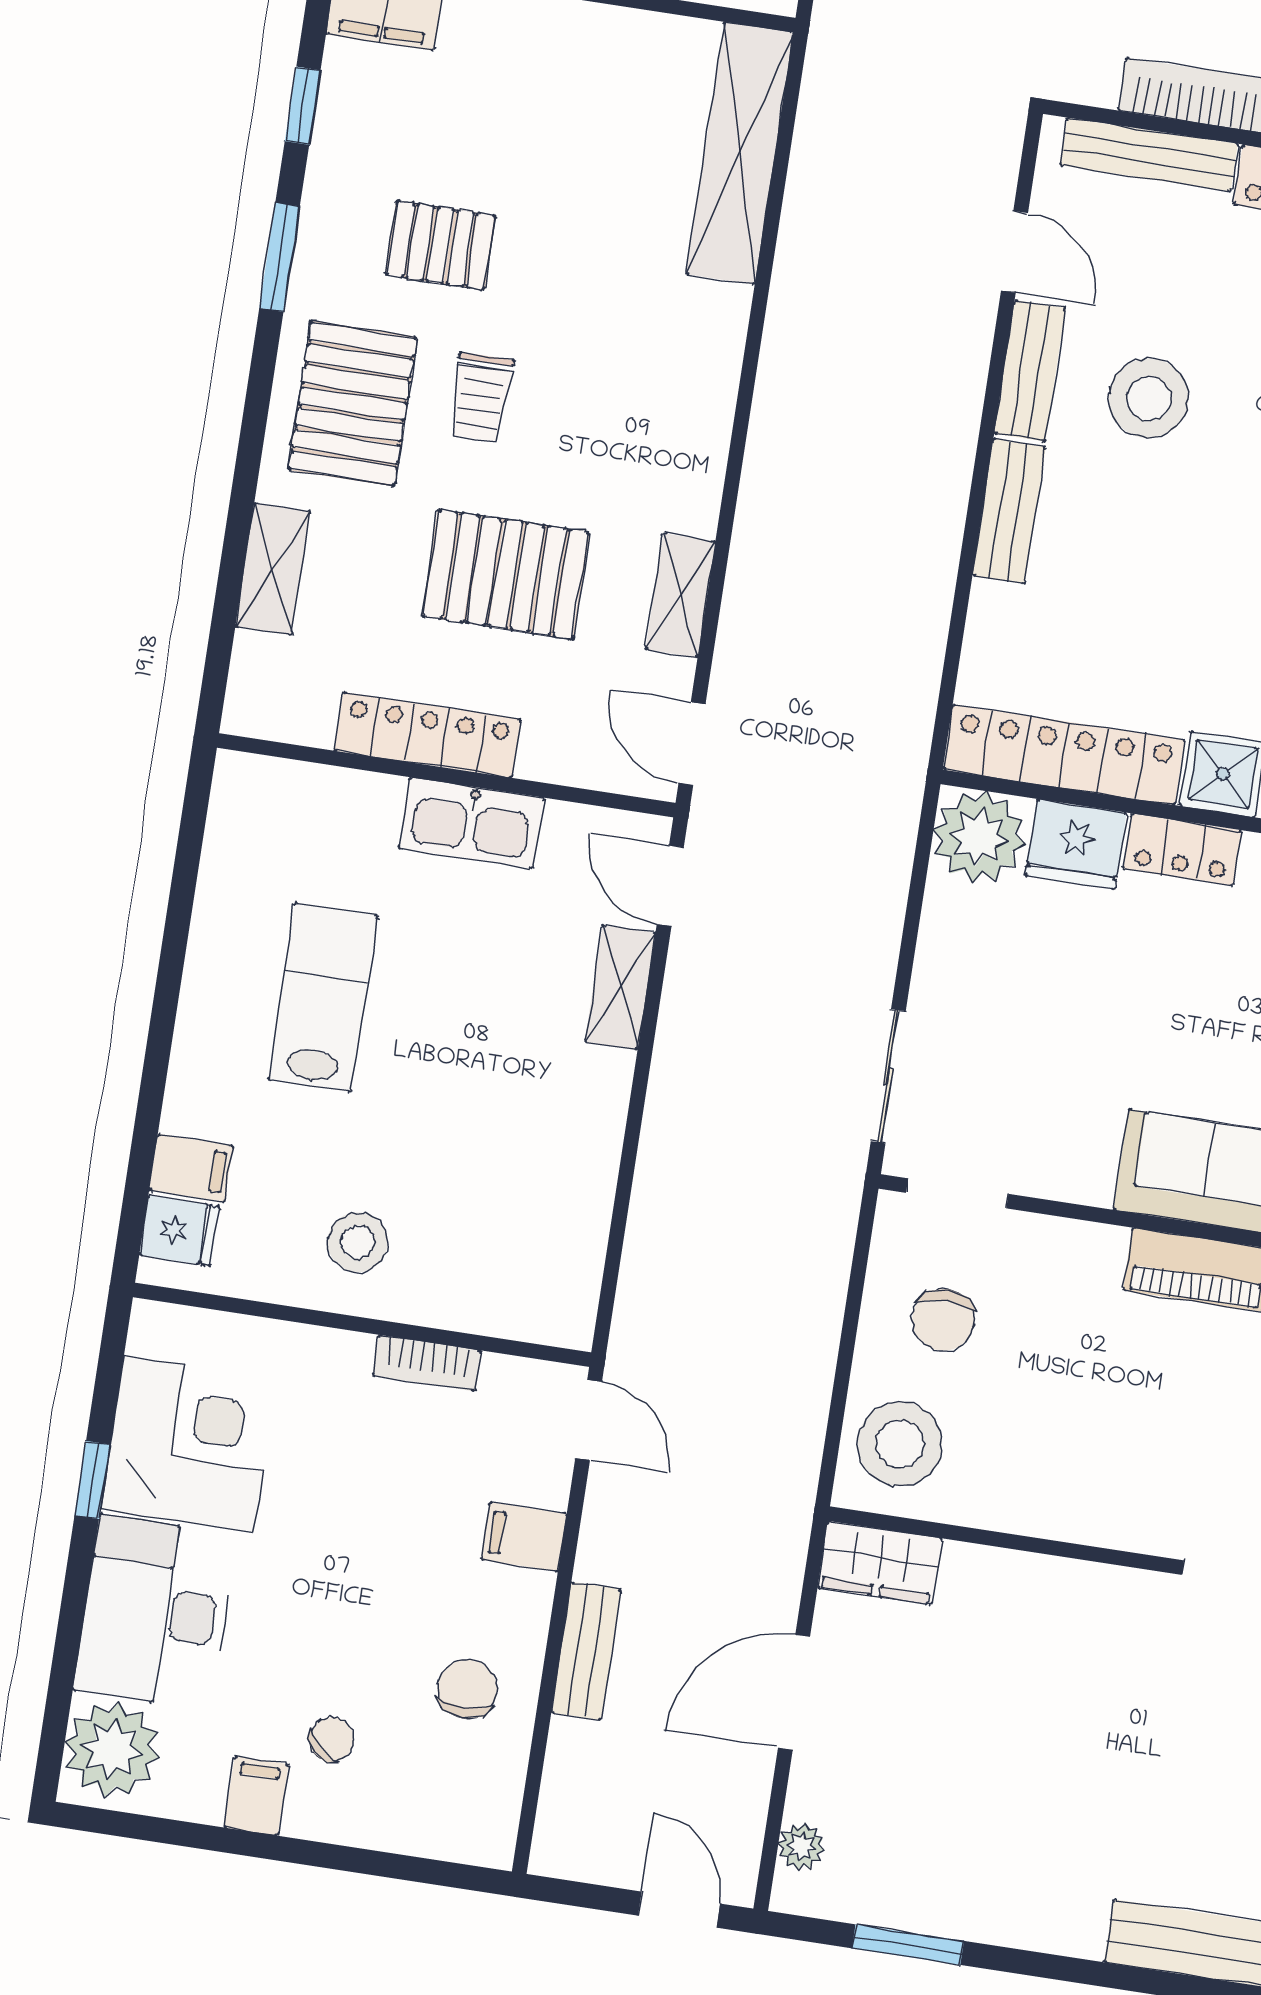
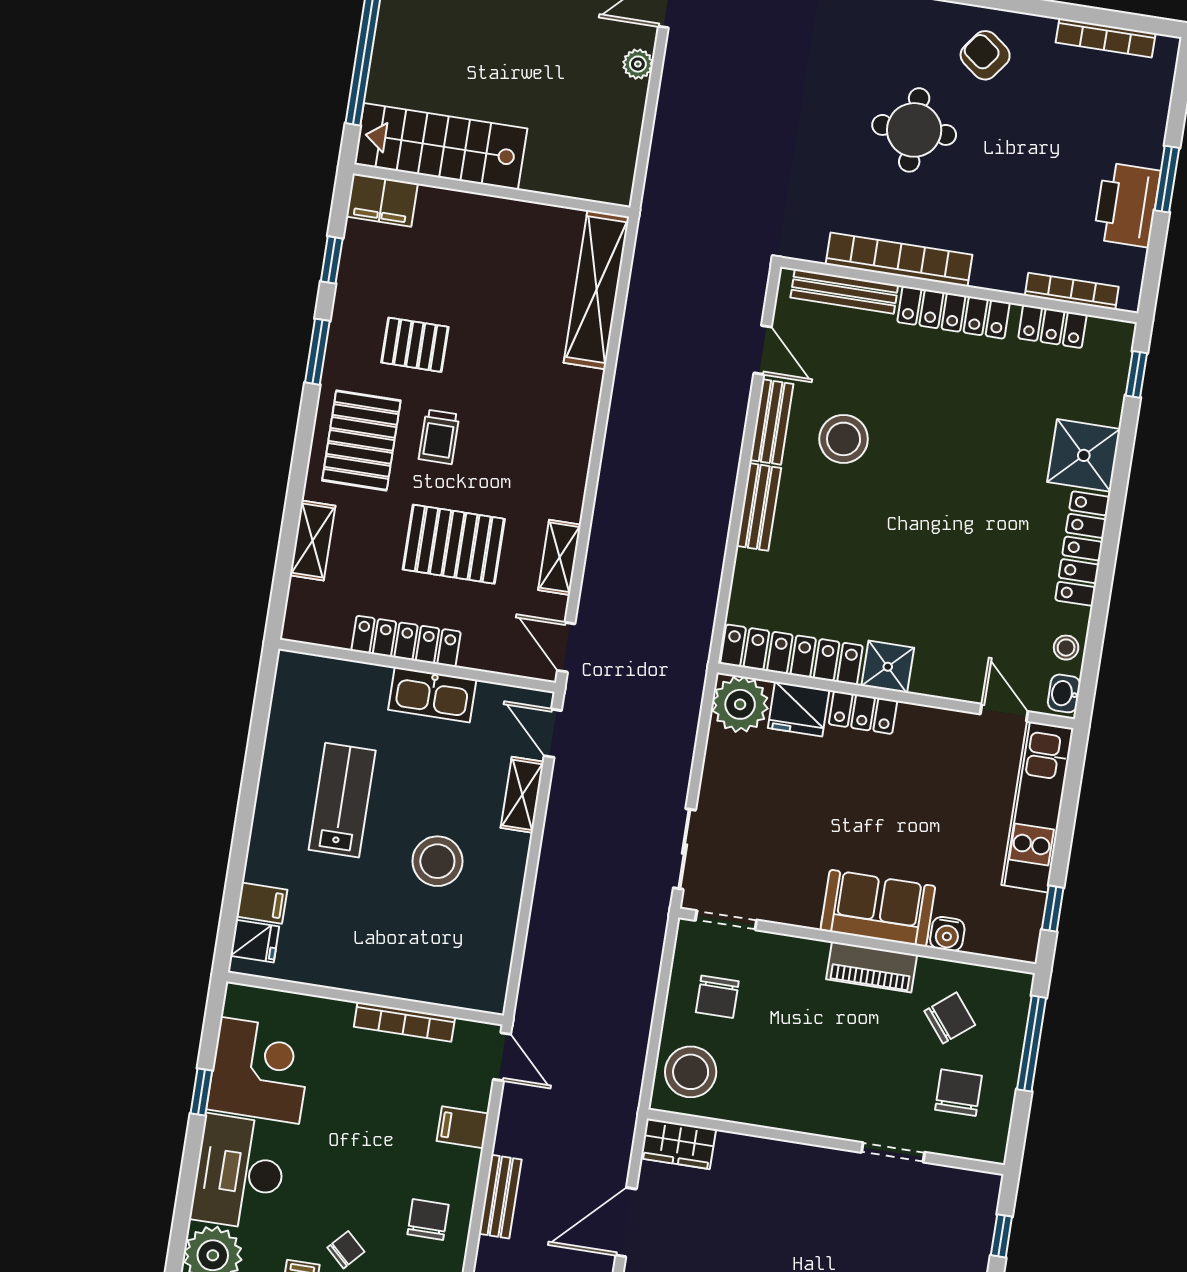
stool: (358, 1242) -> (437, 861), moved, width x1.38, depth x1.38
bookcase: (427, 1363) -> (404, 1022), width x1.56

